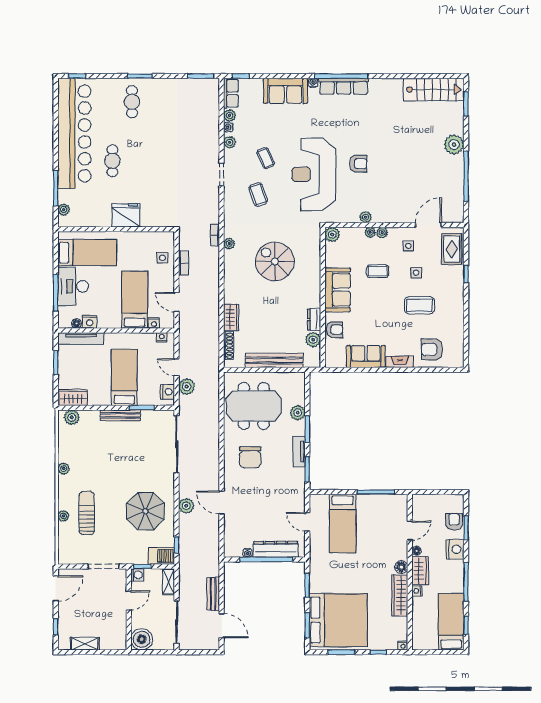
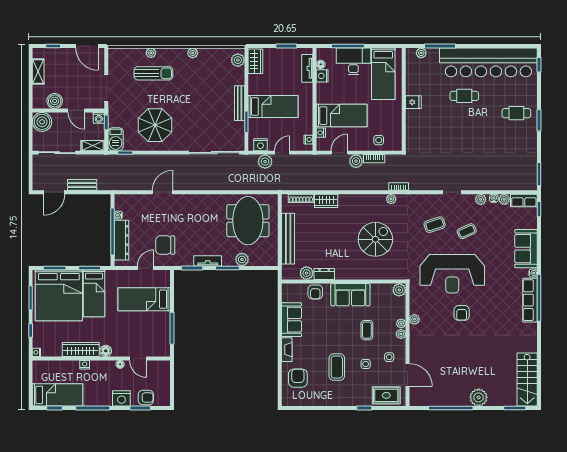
reception desk: (314, 174) -> (452, 274), turned 180
fridge: (126, 215) -> (413, 102), width x0.53, depth x0.75
tv unit: (81, 339) -> (307, 68), width x0.71
chair: (250, 457) -> (165, 245), moved
plant: (186, 506) -> (356, 161), moved
wardrobe: (420, 571) -> (103, 367), removed
bed: (336, 580) -> (94, 293), added
boiler: (118, 625) -> (55, 101), added

